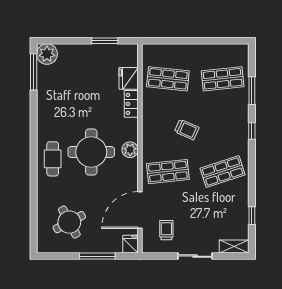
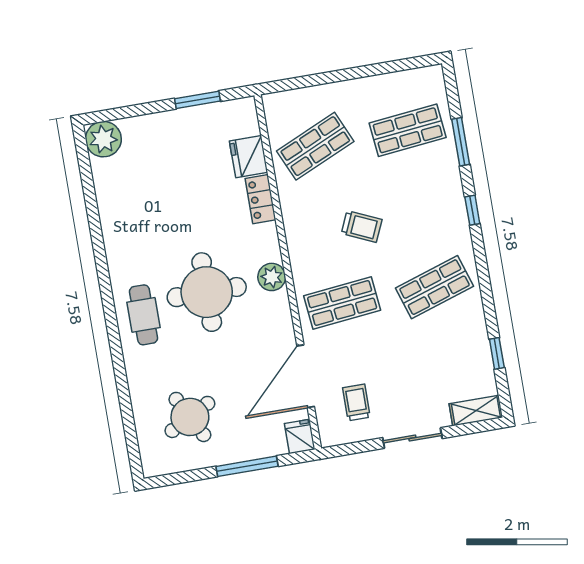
window: (34, 72) -> (86, 173), removed
shop shelf: (168, 79) -> (315, 146), turned -30

